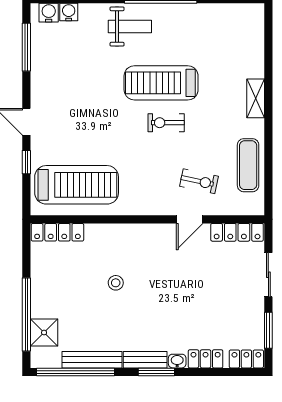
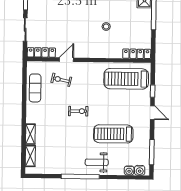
shelving: (255, 37) -> (30, 156), added
treadmill: (161, 83) -> (113, 134), moved, turned 180
shelving: (256, 98) -> (30, 134), moved

